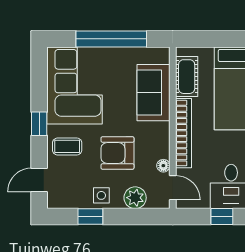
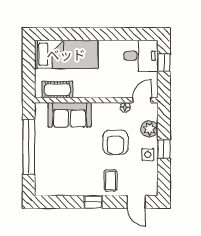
corner sofa: (74, 85) -> (64, 175), removed
bookcase: (184, 133) -> (100, 92), removed
window: (90, 217) -> (164, 149), moved

